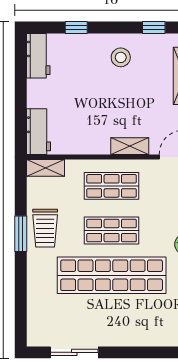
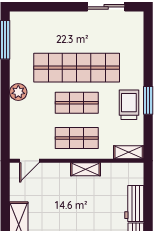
workbench: (38, 132) -> (134, 204), moved
shelving: (130, 146) -> (86, 169), moved

